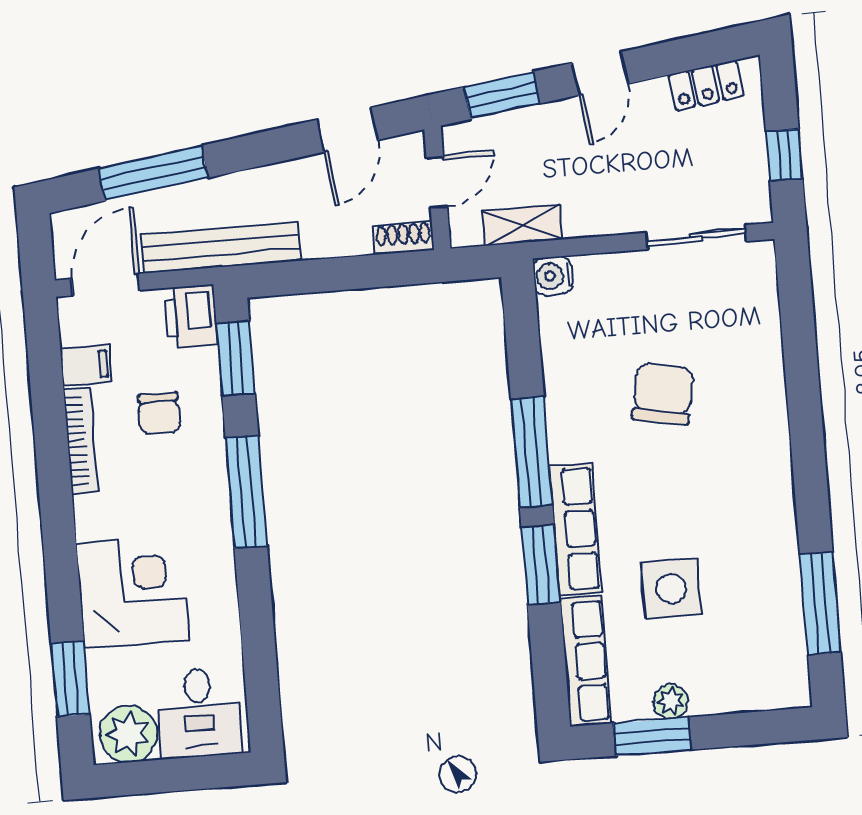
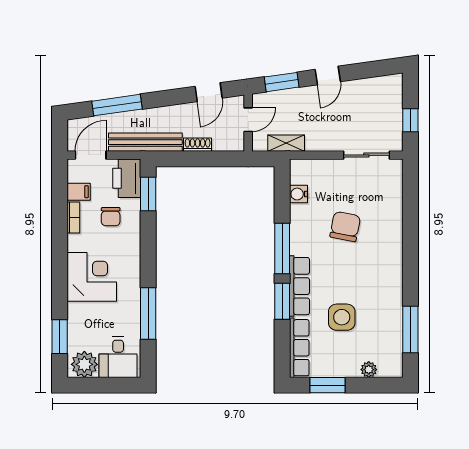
locker: (706, 85) -> (377, 85), removed
shoe rack: (403, 238) -> (198, 145), moved
water cooler: (553, 276) -> (299, 194), moved
printer: (191, 316) -> (127, 178), width x1.37, depth x1.19
bookcase: (81, 440) -> (73, 217), width x0.64
window: (246, 492) -> (148, 314), moved
corner desk: (133, 591) -> (92, 277), moved
plant: (671, 701) -> (369, 370), moved

